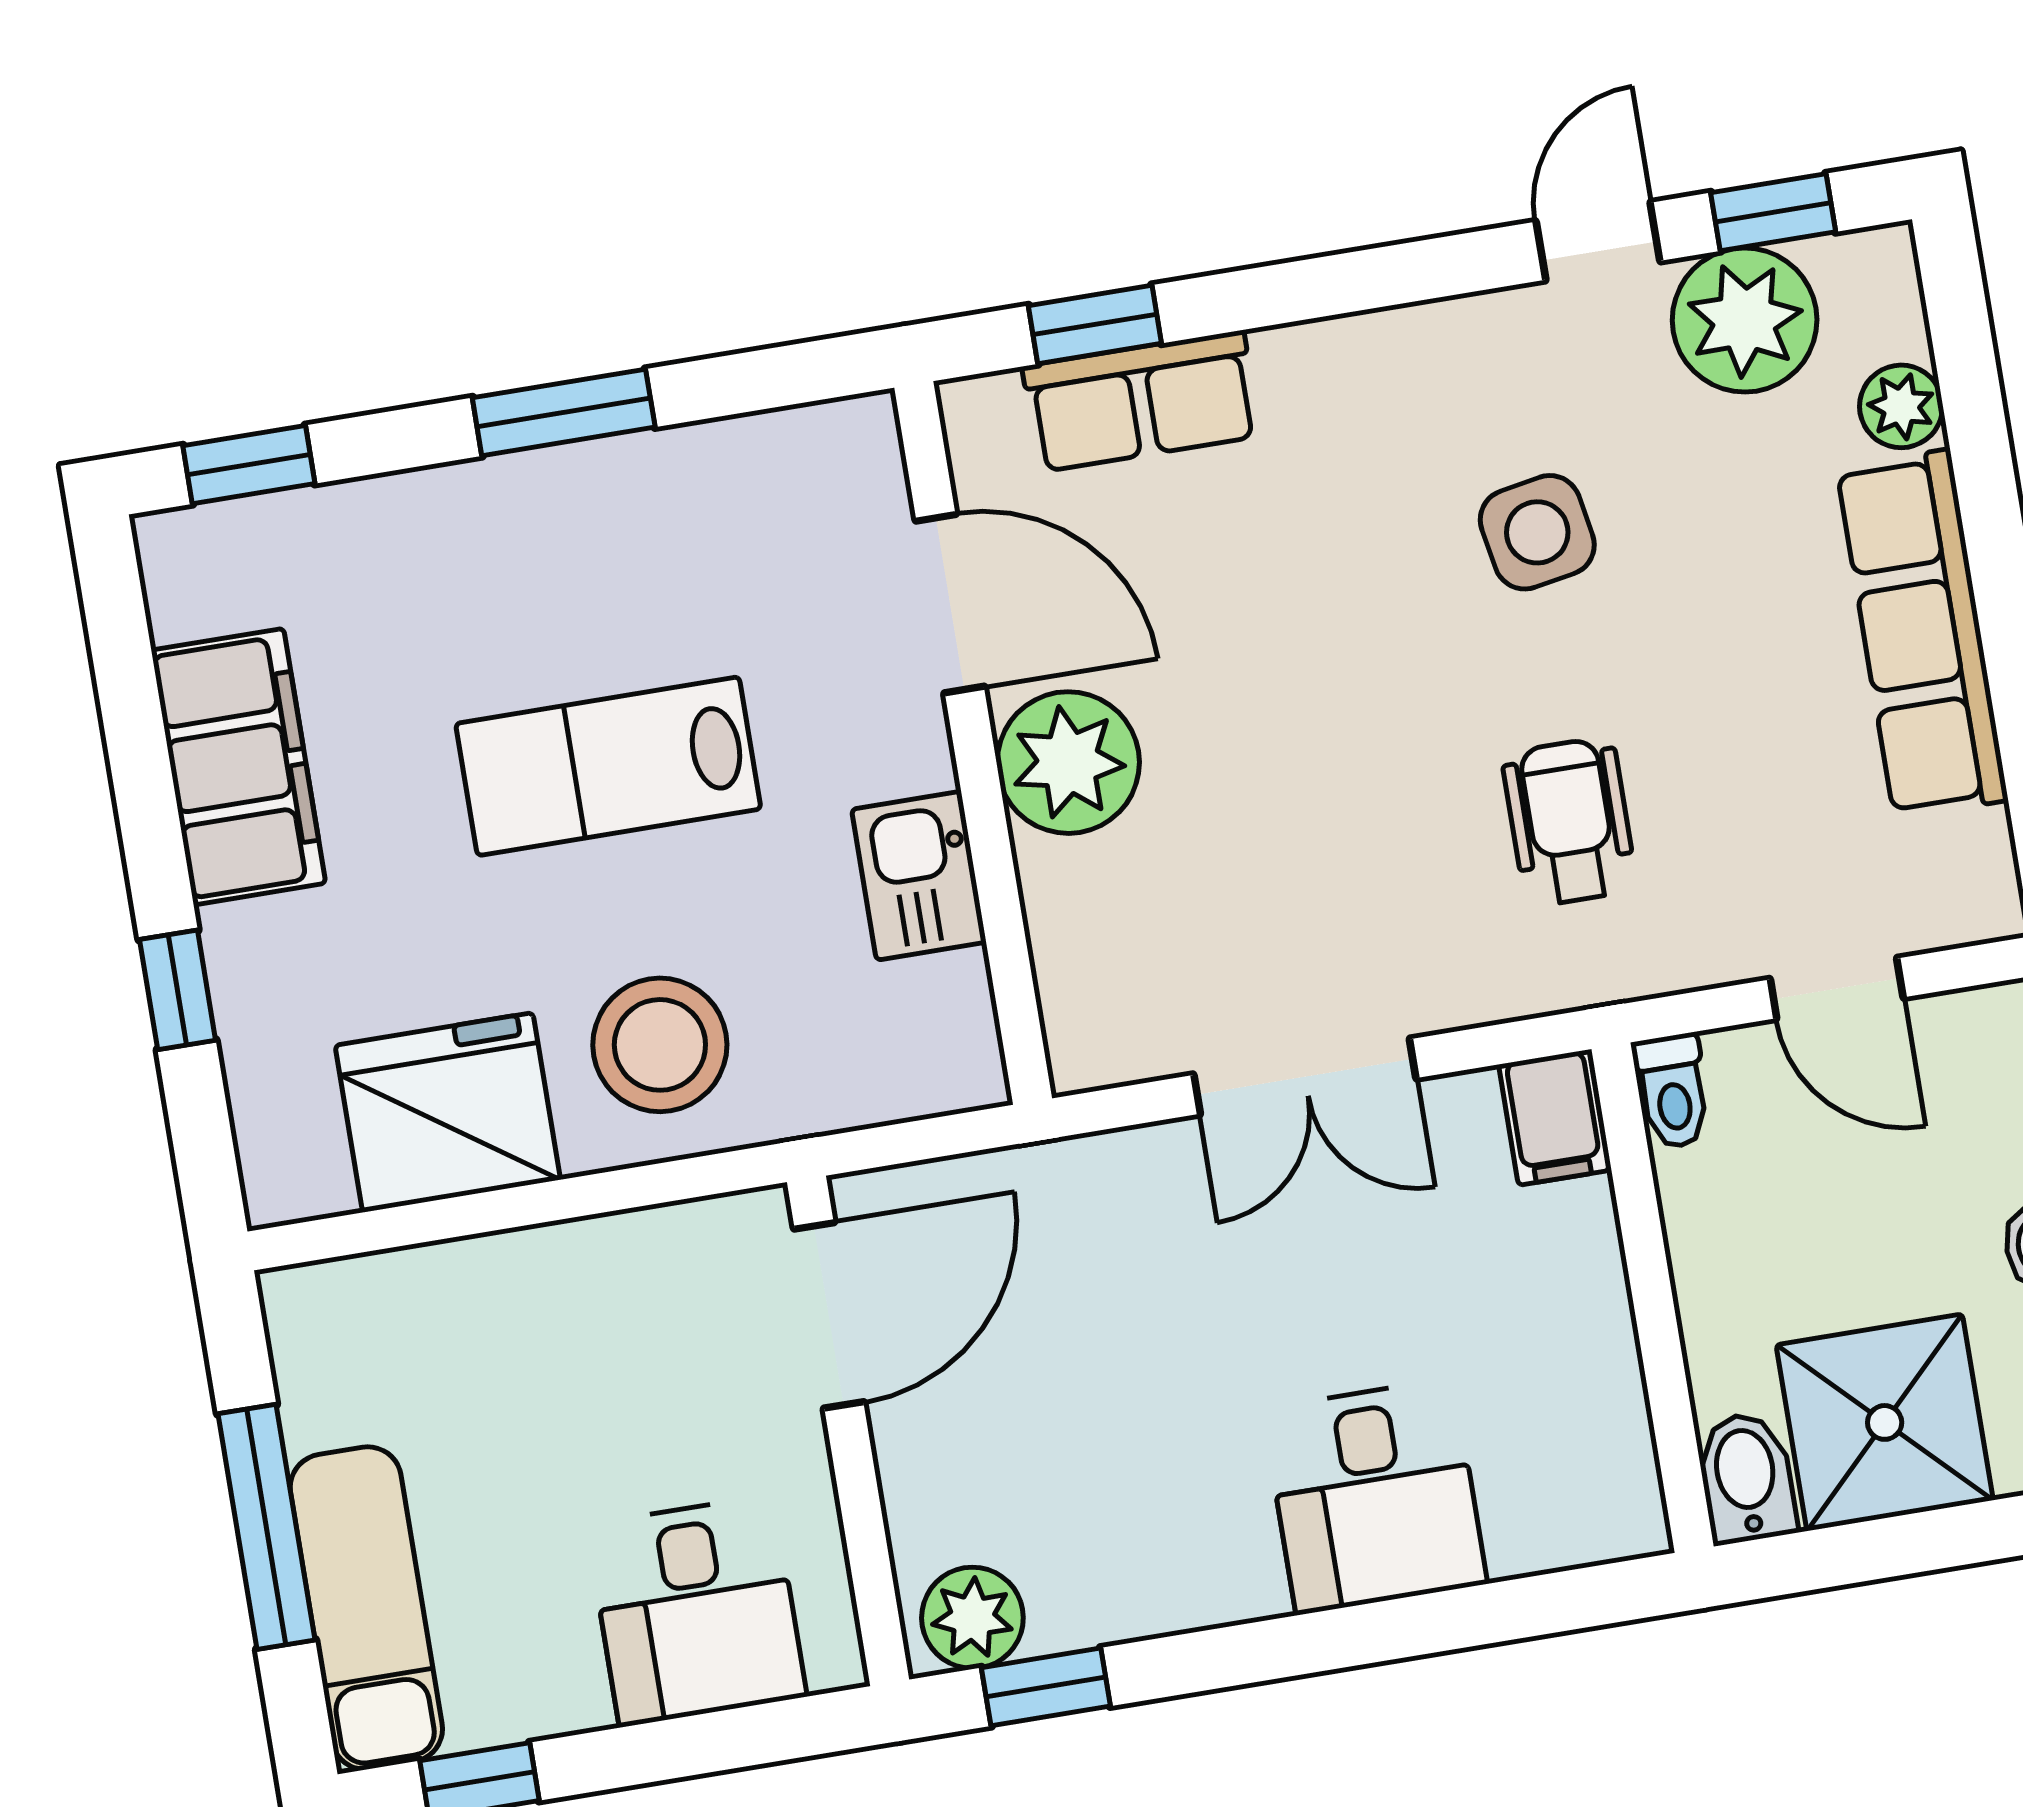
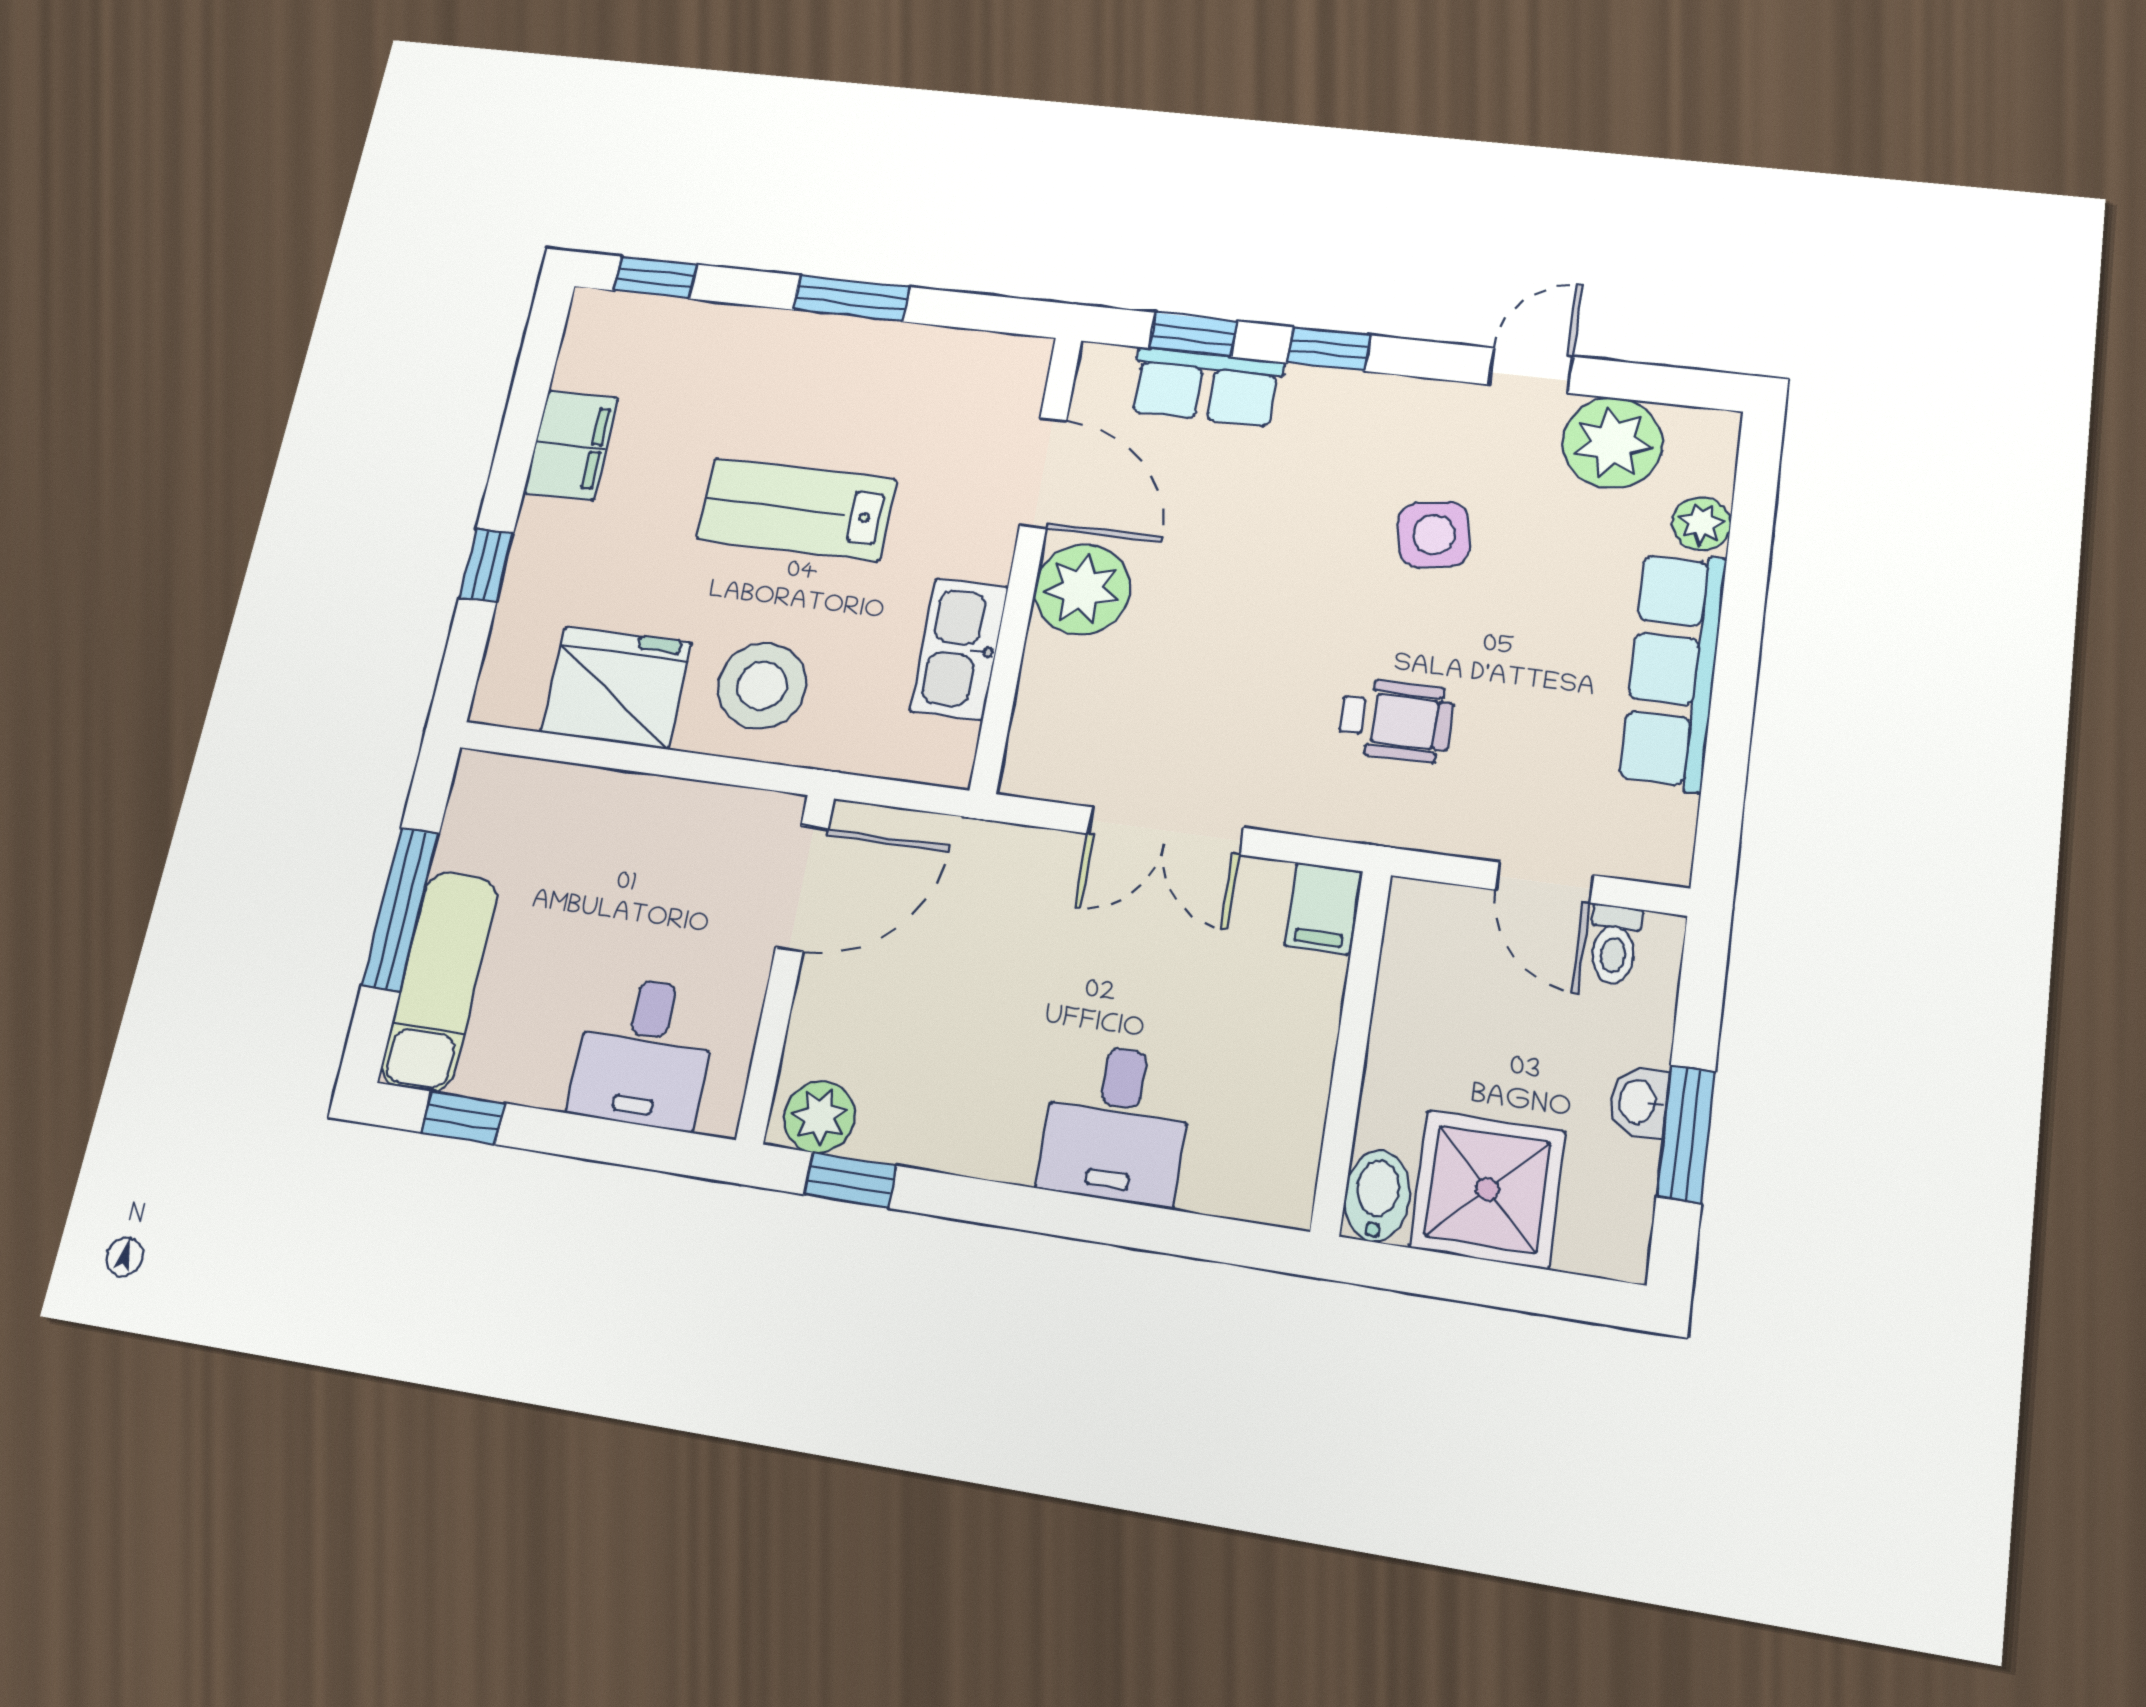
window: (1773, 212) -> (1328, 349), moved
filing cabinet: (238, 767) -> (571, 445), width x0.67, depth x0.86
wheelchair: (1569, 822) -> (1396, 720), turned 90
kitchen sink: (919, 876) -> (959, 649), width x1.38
toilet: (1672, 1091) -> (1614, 945), moved

